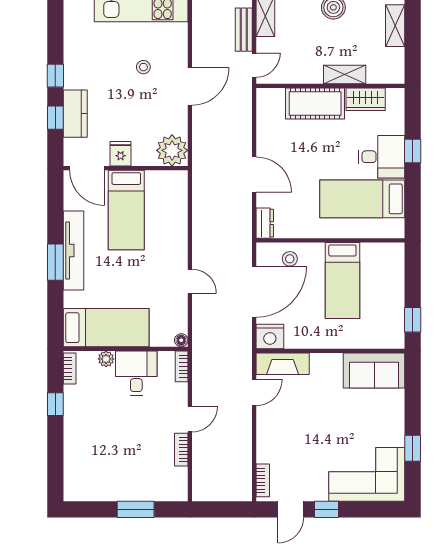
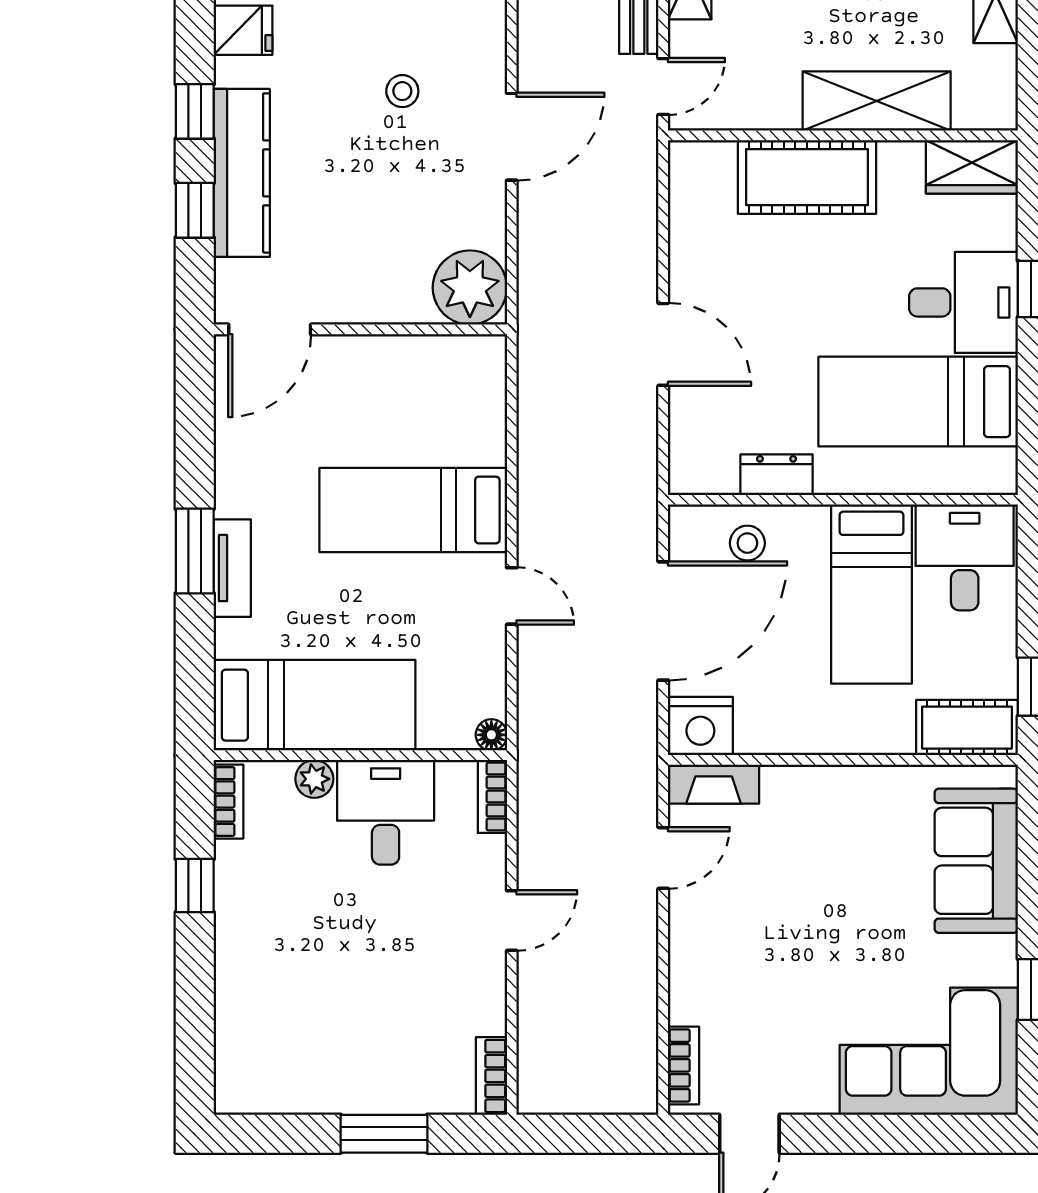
shelving: (345, 74) -> (877, 101), width x1.50, depth x1.33
wardrobe: (366, 99) -> (972, 167), moved
kitchen counter: (75, 114) -> (242, 173), width x1.50
fridge: (121, 154) -> (243, 30), moved, turned 90
door: (87, 168) -> (270, 329), hinge flipped
bed: (126, 210) -> (413, 510), moved, turned 90
dresser: (265, 223) -> (777, 475), moved, turned -90
tv unit: (74, 250) -> (232, 568), width x0.52, depth x0.78
desk: (382, 265) -> (965, 557), added
cot: (383, 337) -> (967, 728), added
fireplace: (283, 364) -> (714, 784), width x0.73, depth x0.76
sofa: (374, 371) -> (976, 861), moved, turned 90
bookcase: (181, 450) -> (491, 1076), moved
window: (326, 509) -> (834, 1134), removed

